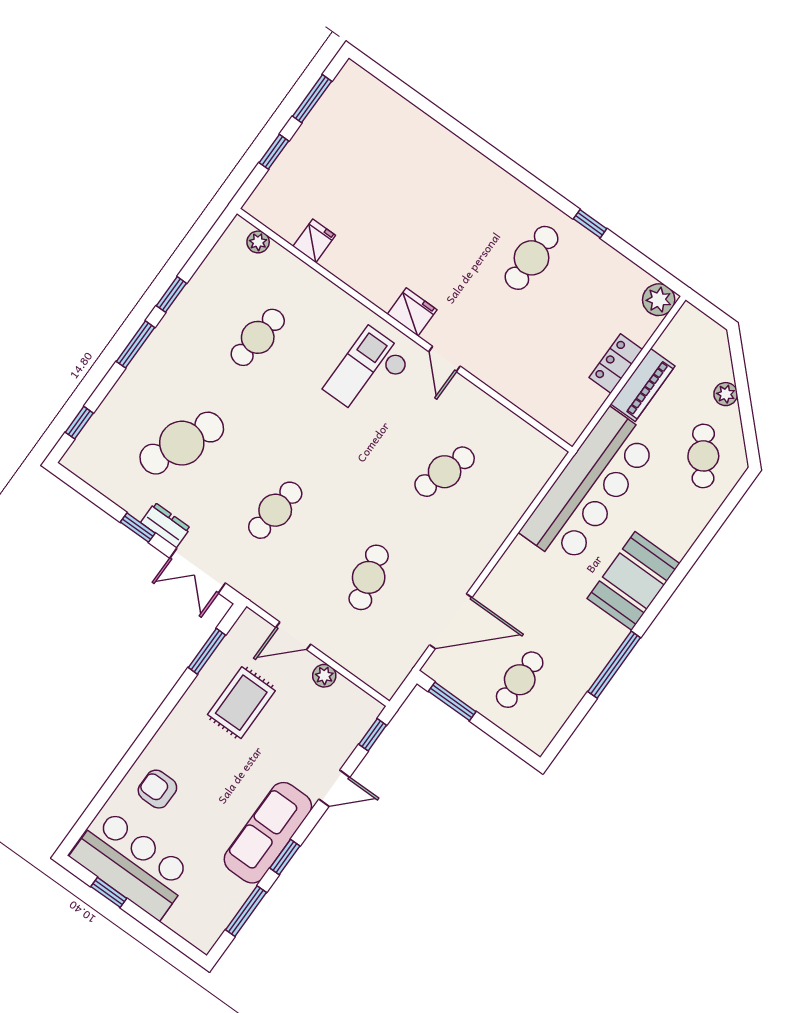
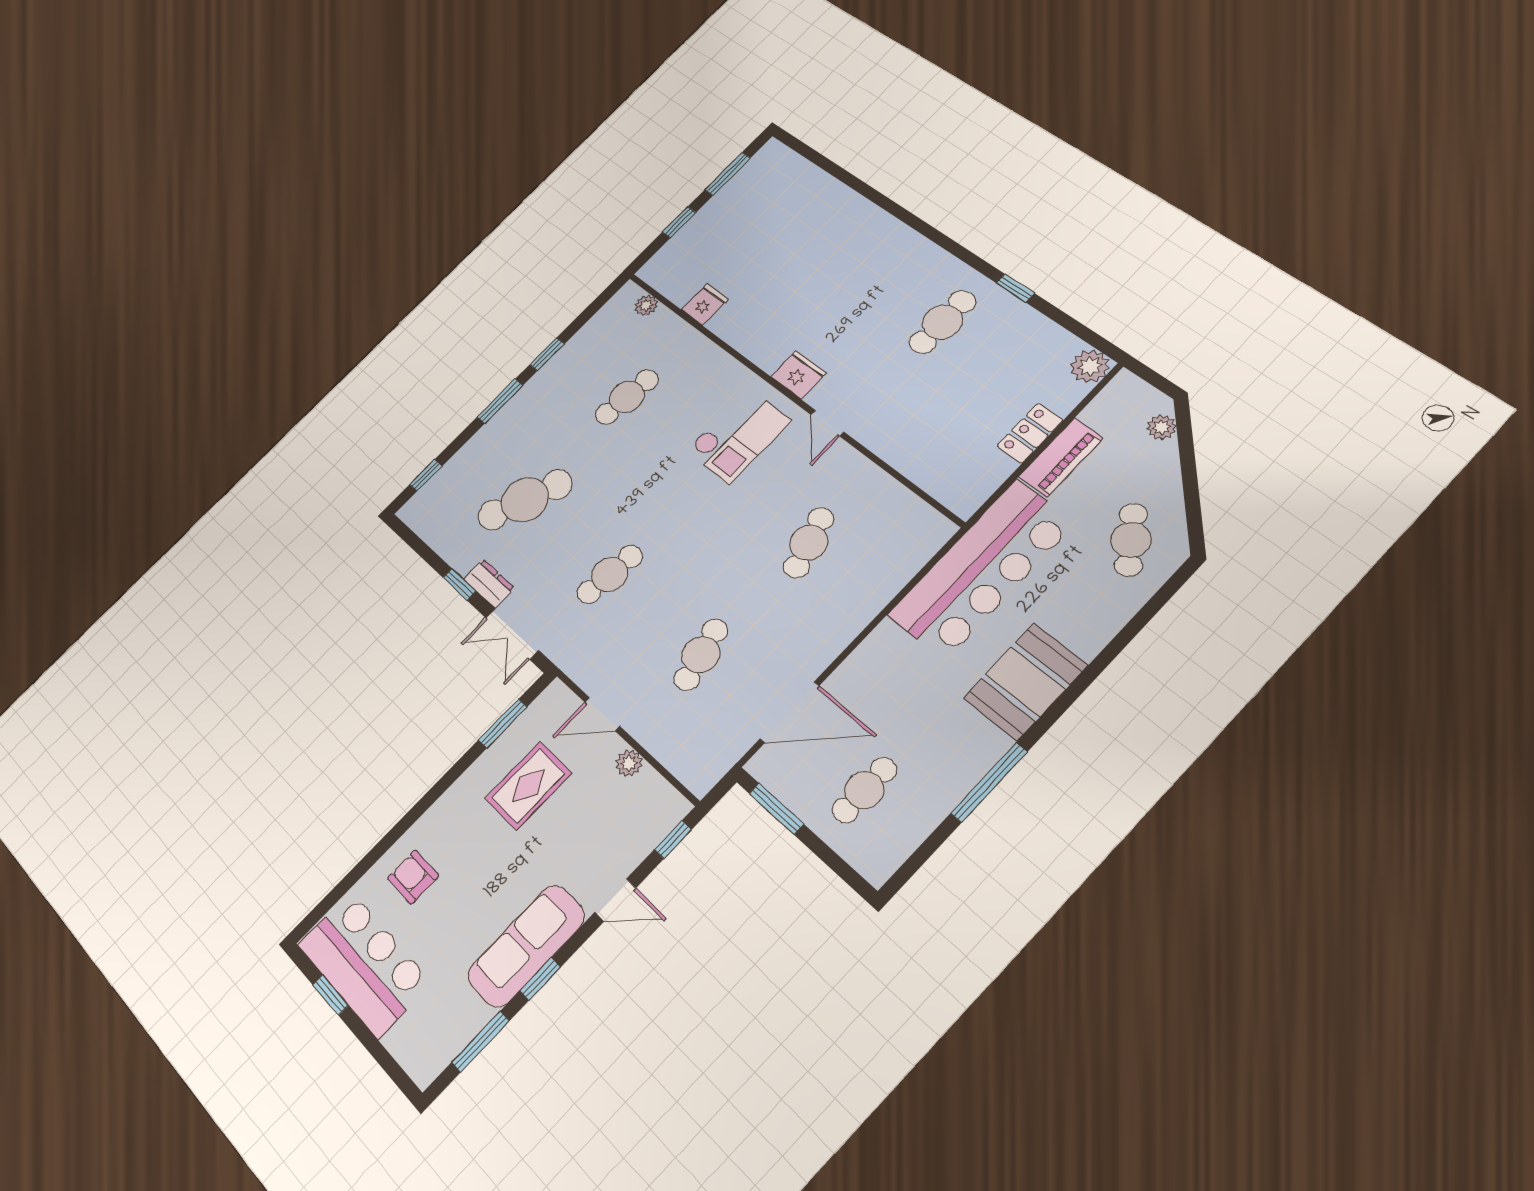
checkout: (368, 373) -> (739, 435), turned 180
plant: (726, 394) -> (1161, 427), moved
cafe table: (445, 472) -> (809, 543), turned -36

